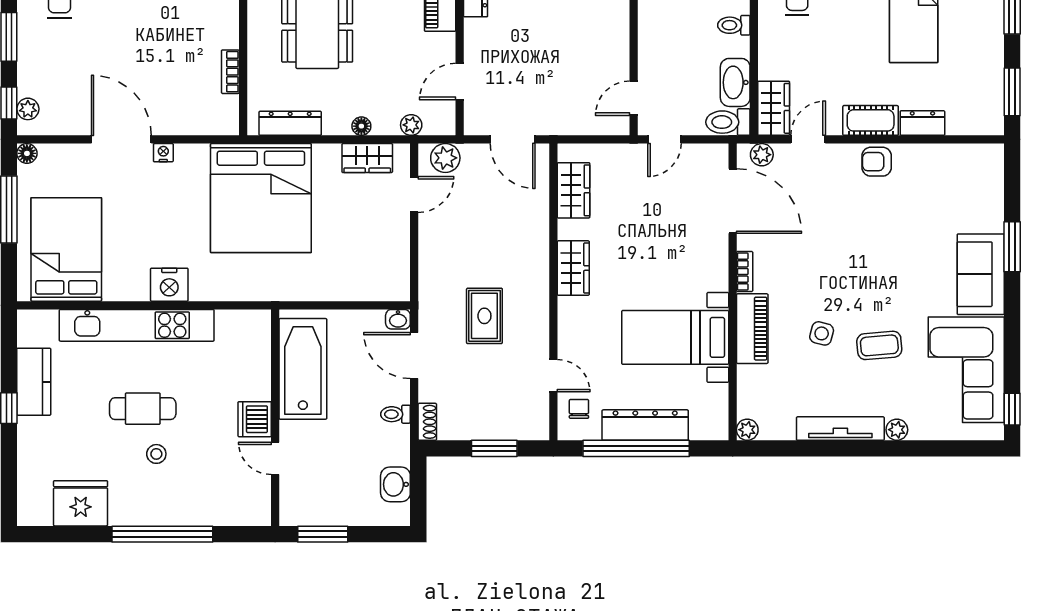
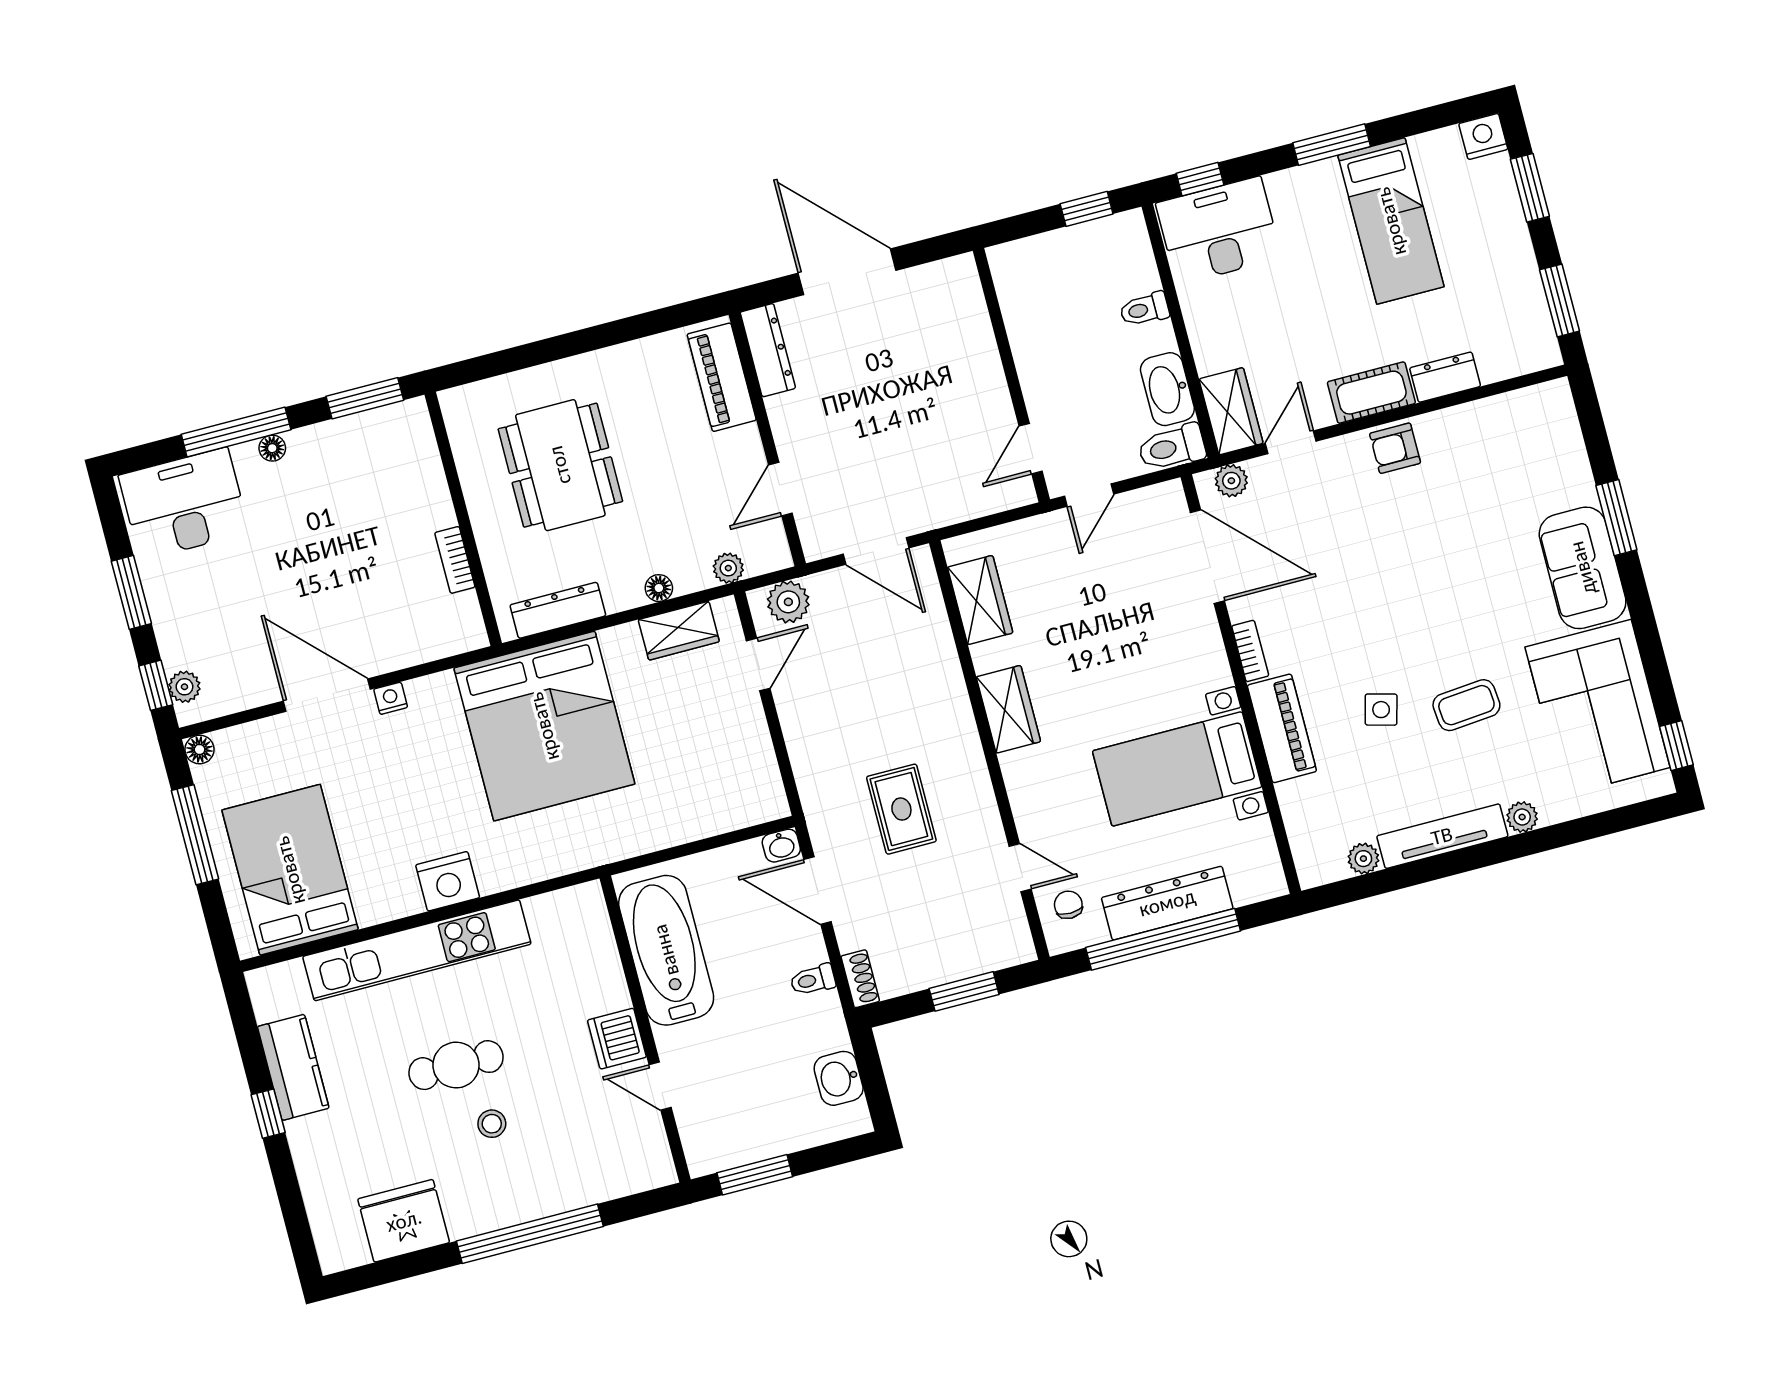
plant: (747, 430) -> (1363, 859), moved

